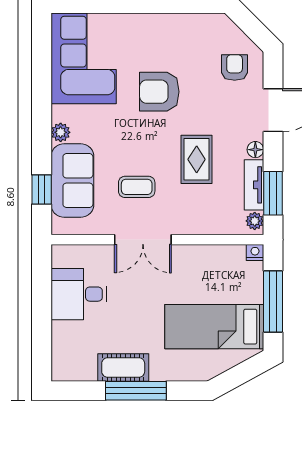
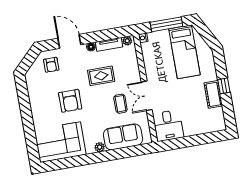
armchair: (235, 68) -> (51, 65), turned -90
window: (42, 190) -> (130, 152), removed
window: (273, 193) -> (111, 34), removed
double door: (143, 240) -> (147, 96), swing flipped
desk: (79, 294) -> (168, 125), moved
window: (136, 391) -> (224, 86), width x0.46

